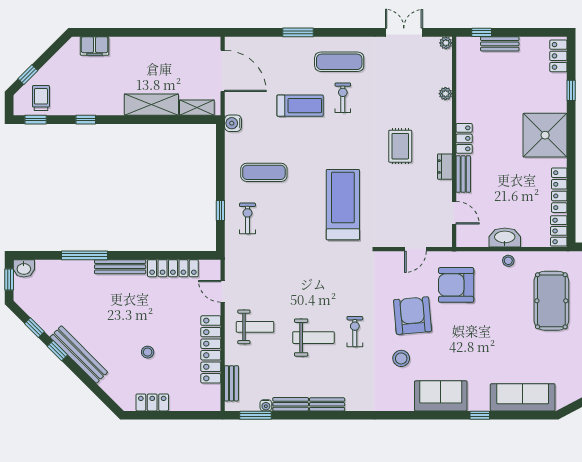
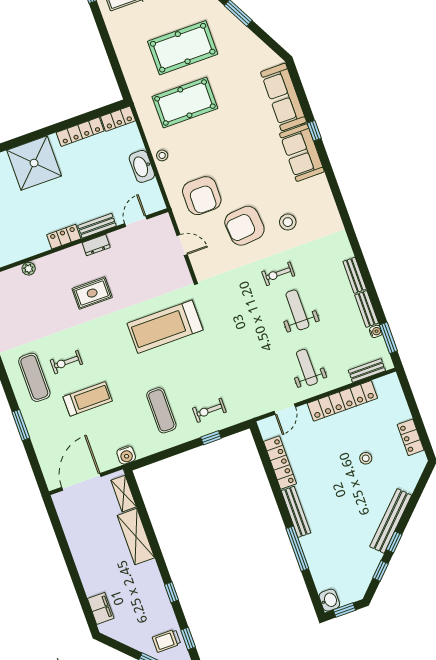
treadmill: (300, 106) -> (88, 399), turned 90
sofa: (441, 396) -> (302, 153), moved

